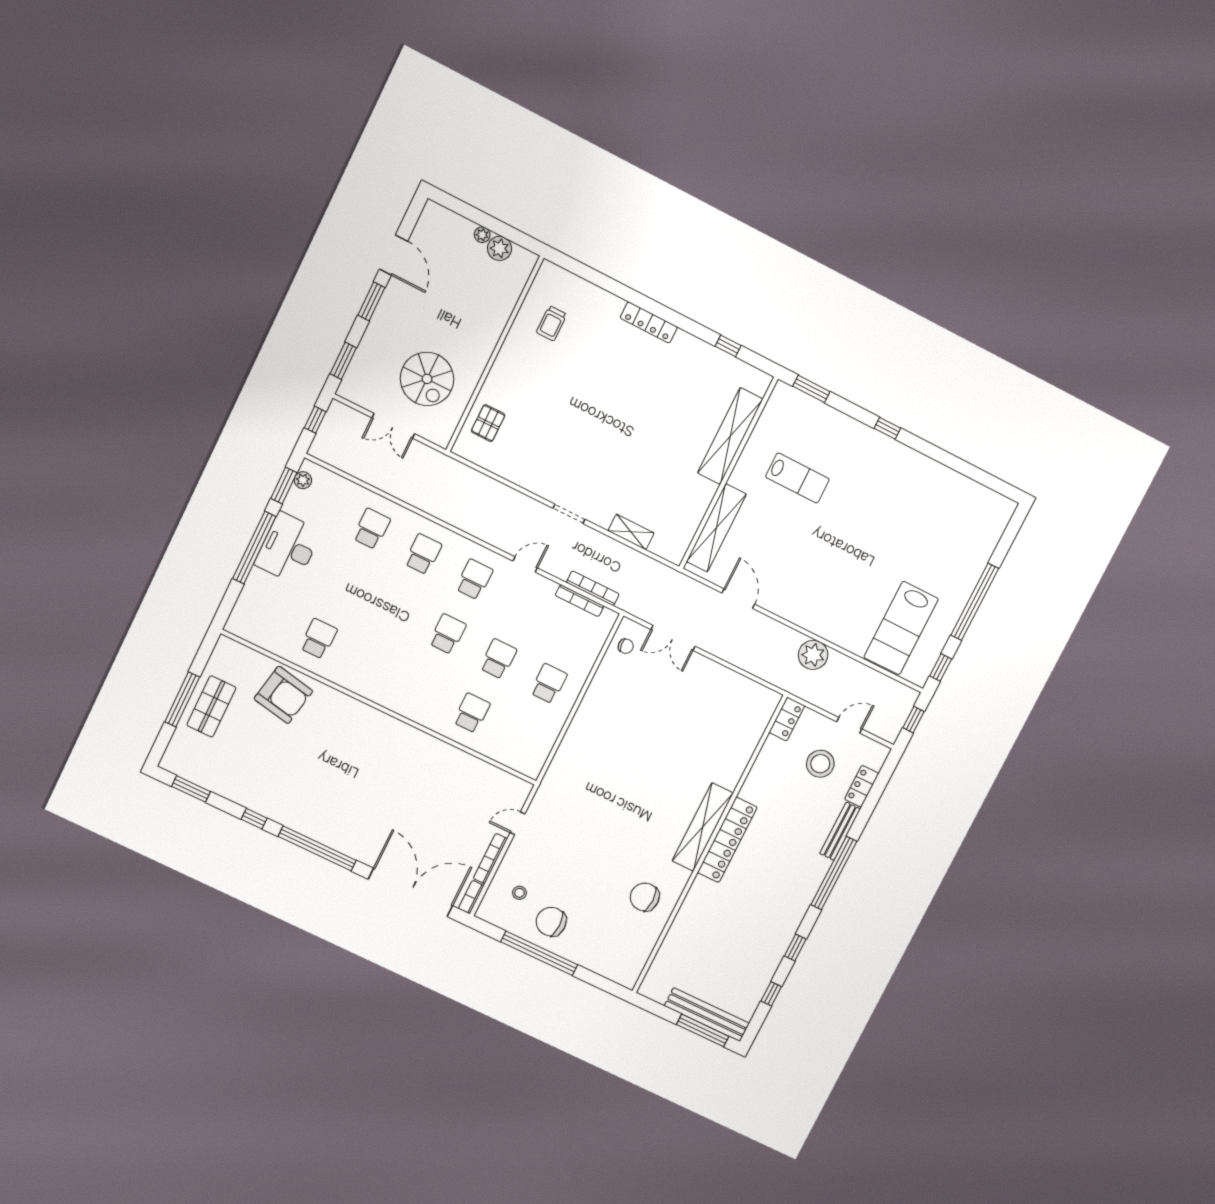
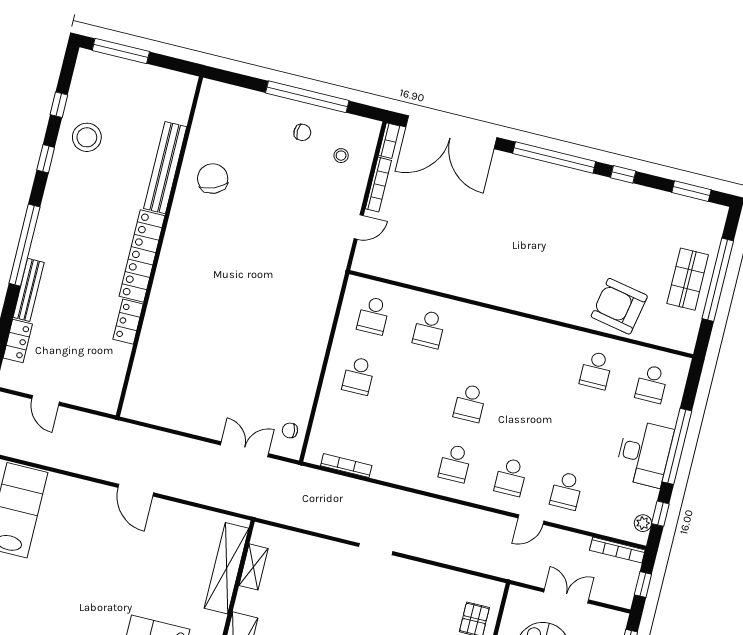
window: (284, 485) -> (660, 514), width x0.67
shelving: (631, 532) -> (253, 567), moved, turned 90
door: (525, 565) -> (531, 520), moved
bookcase: (593, 588) -> (617, 550), moved
door: (738, 599) -> (136, 490), moved
school desk: (267, 614) -> (652, 384), added
plant: (813, 655) -> (100, 464), removed
school desk: (498, 659) -> (373, 316), moved
window: (182, 699) -> (718, 280), width x1.46
locker: (787, 719) -> (128, 322), moved
door: (849, 725) -> (45, 400), hinge flipped
stool: (820, 764) -> (87, 137), moved
shelving: (703, 827) -> (170, 264), removed
chair: (645, 897) -> (213, 179), turned -112
chair: (551, 922) -> (302, 132), width x0.54, depth x0.54
bench: (707, 1015) -> (165, 168), moved, turned 90

